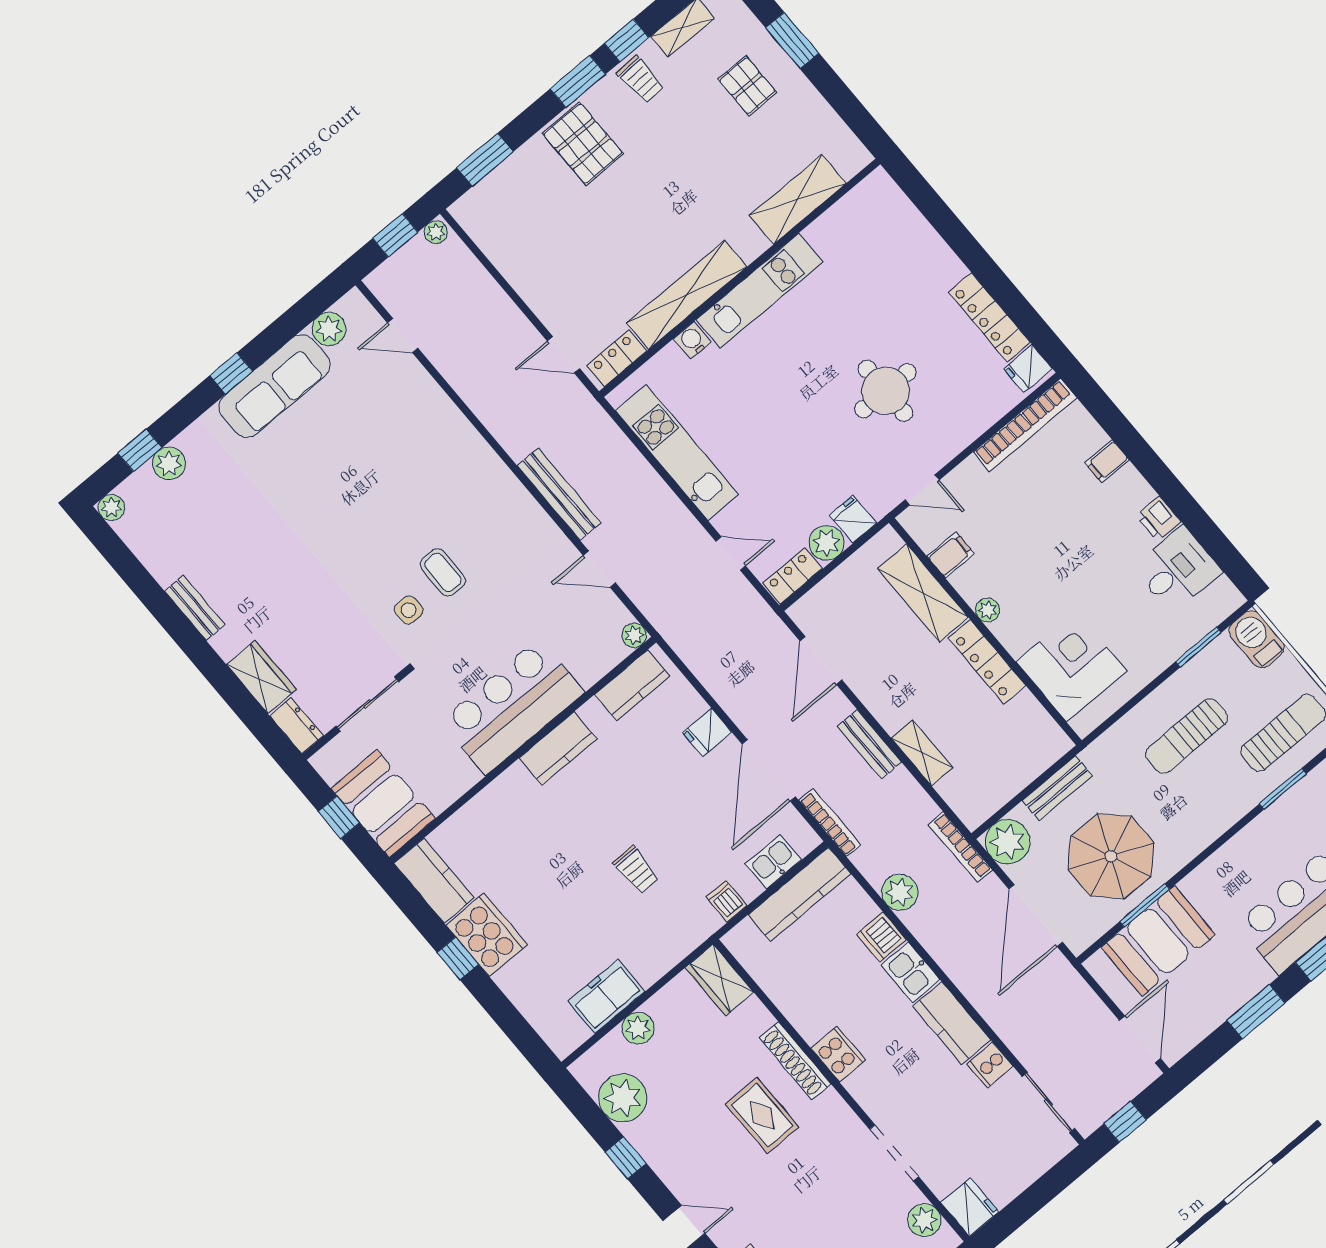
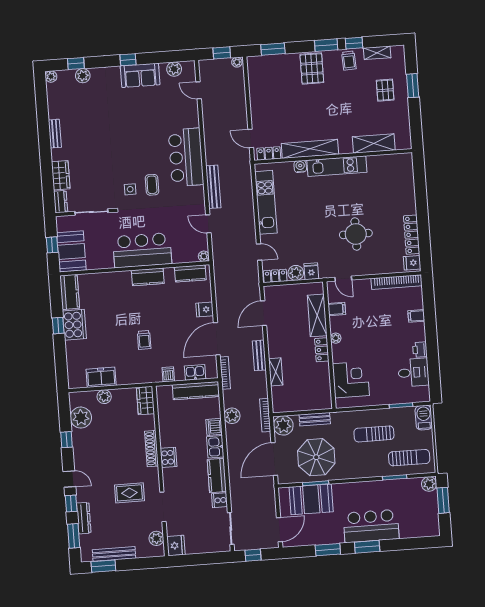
sofa: (274, 386) -> (140, 75), width x0.73
bar counter: (469, 476) -> (186, 157), added
locker: (987, 662) -> (322, 350), width x0.66
rug: (762, 1115) -> (129, 493), moved, turned 90

